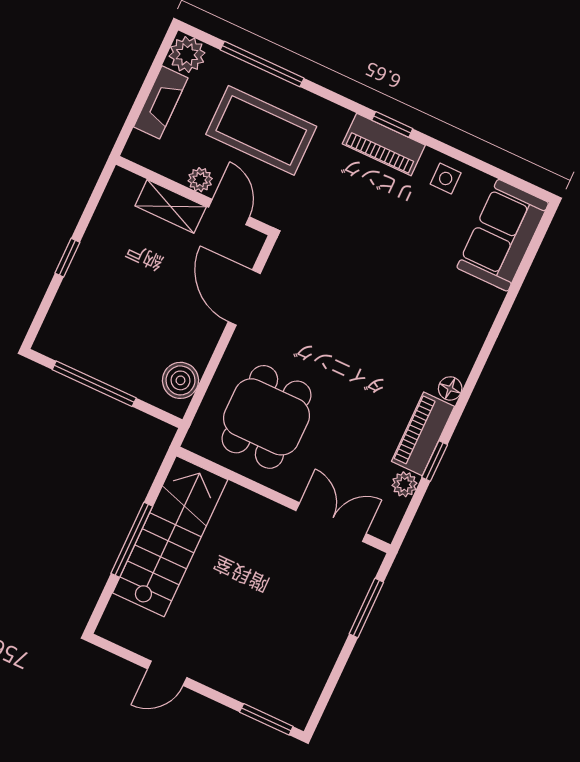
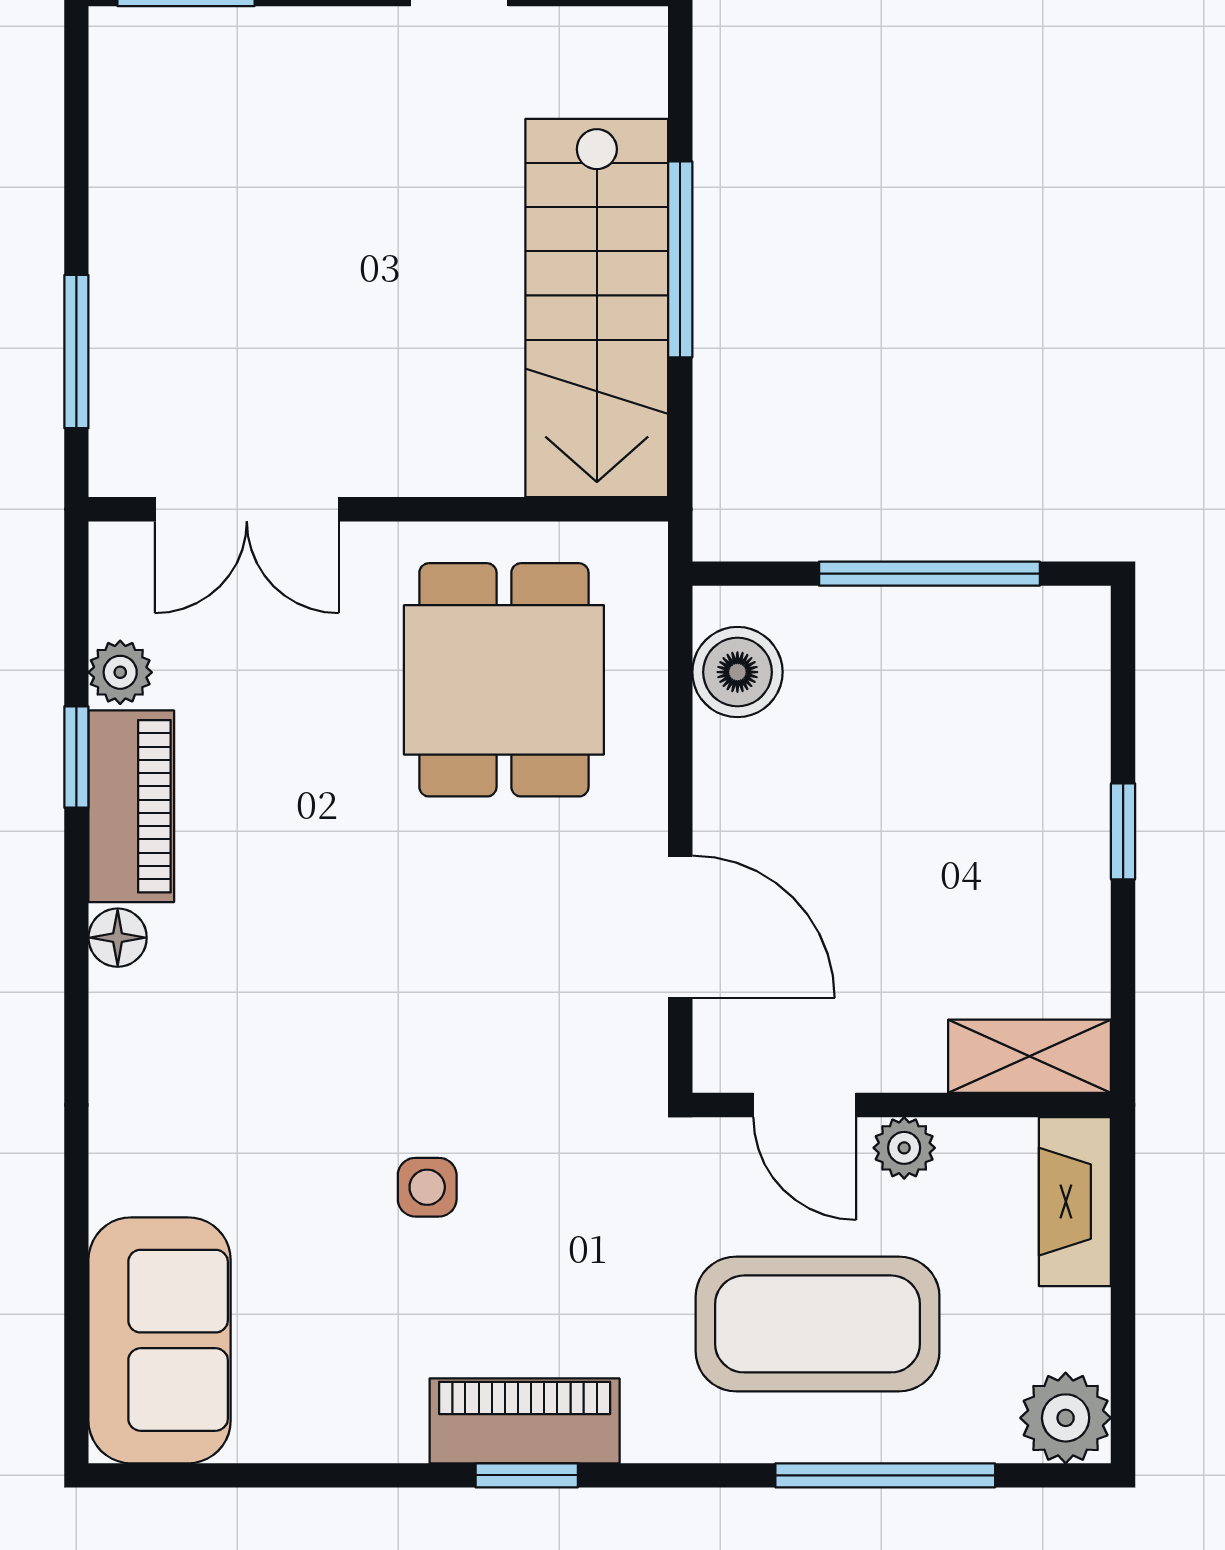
fireplace: (161, 102) -> (1075, 1202), moved
side table: (446, 178) -> (427, 1187), moved
shelving: (171, 206) -> (1030, 1056), moved

